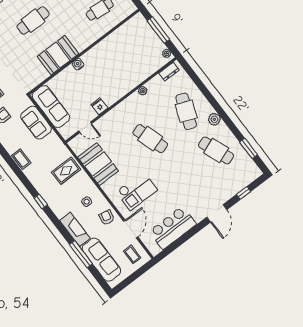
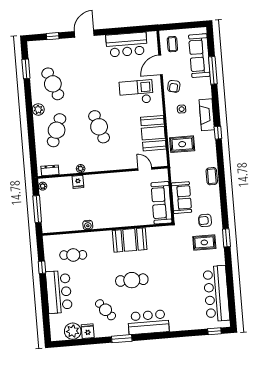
water cooler: (78, 64) -> (88, 225), moved
fridge: (99, 106) -> (78, 182), moved
fireplace: (75, 229) -> (207, 115), moved

